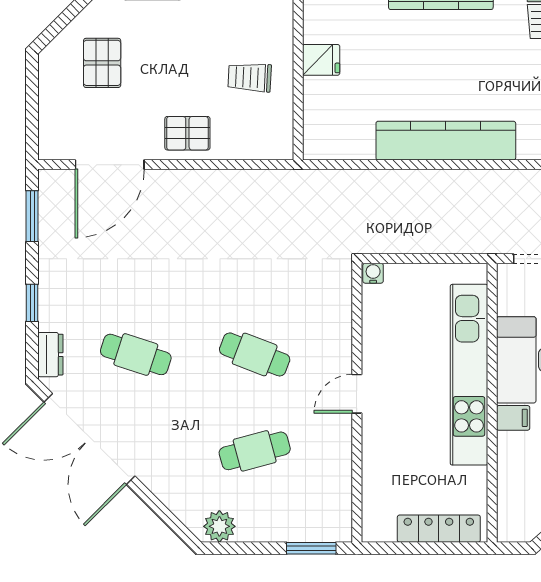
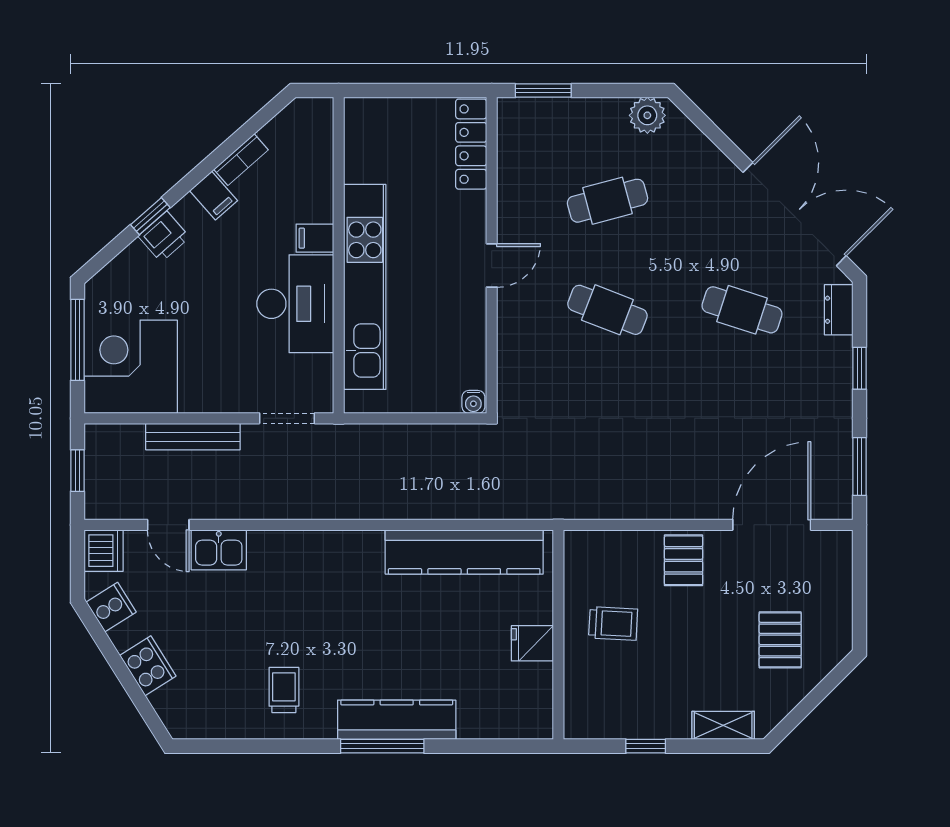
pallet: (187, 133) -> (684, 560), turned 90
kitchen counter: (446, 141) -> (464, 552), moved
locker: (439, 529) -> (471, 144), moved, turned 90

